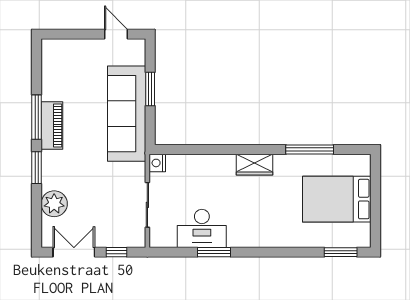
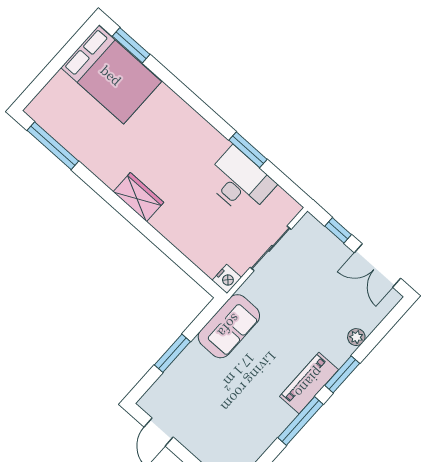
sofa: (127, 114) -> (229, 326), width x0.54, depth x0.79
piano: (52, 126) -> (309, 383), moved
window: (310, 150) -> (53, 146), moved
bed: (337, 199) -> (111, 75), moved
plant: (54, 204) -> (356, 337), width x0.53, depth x0.53

